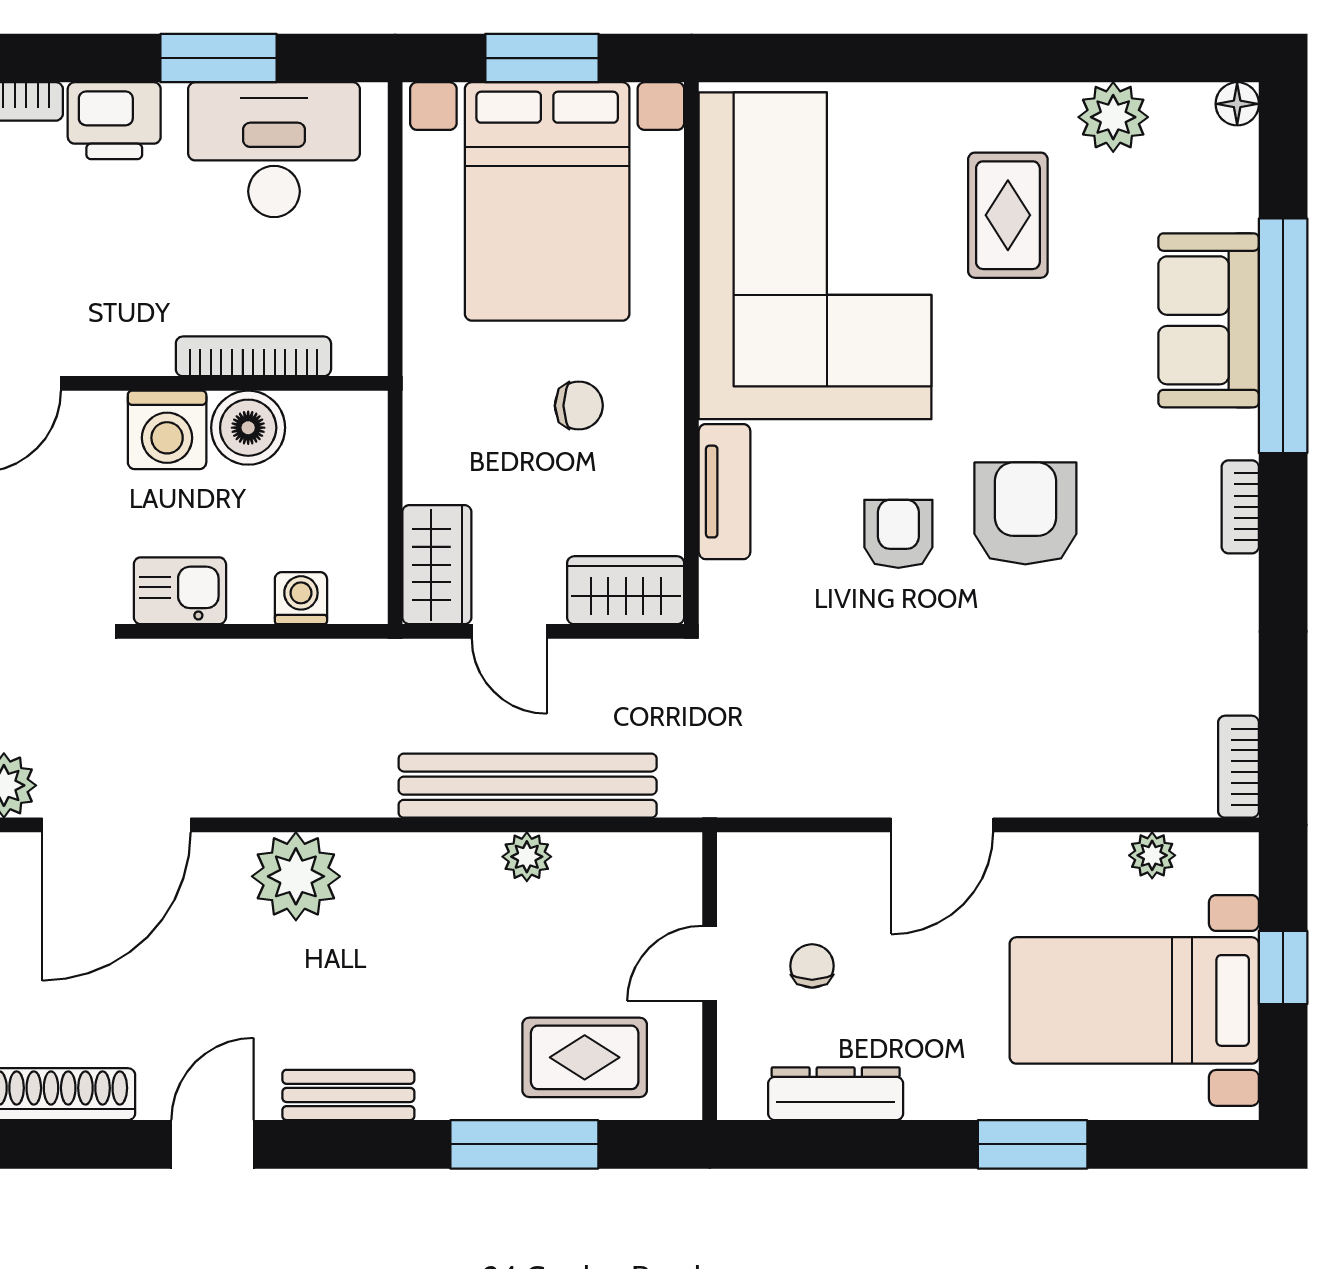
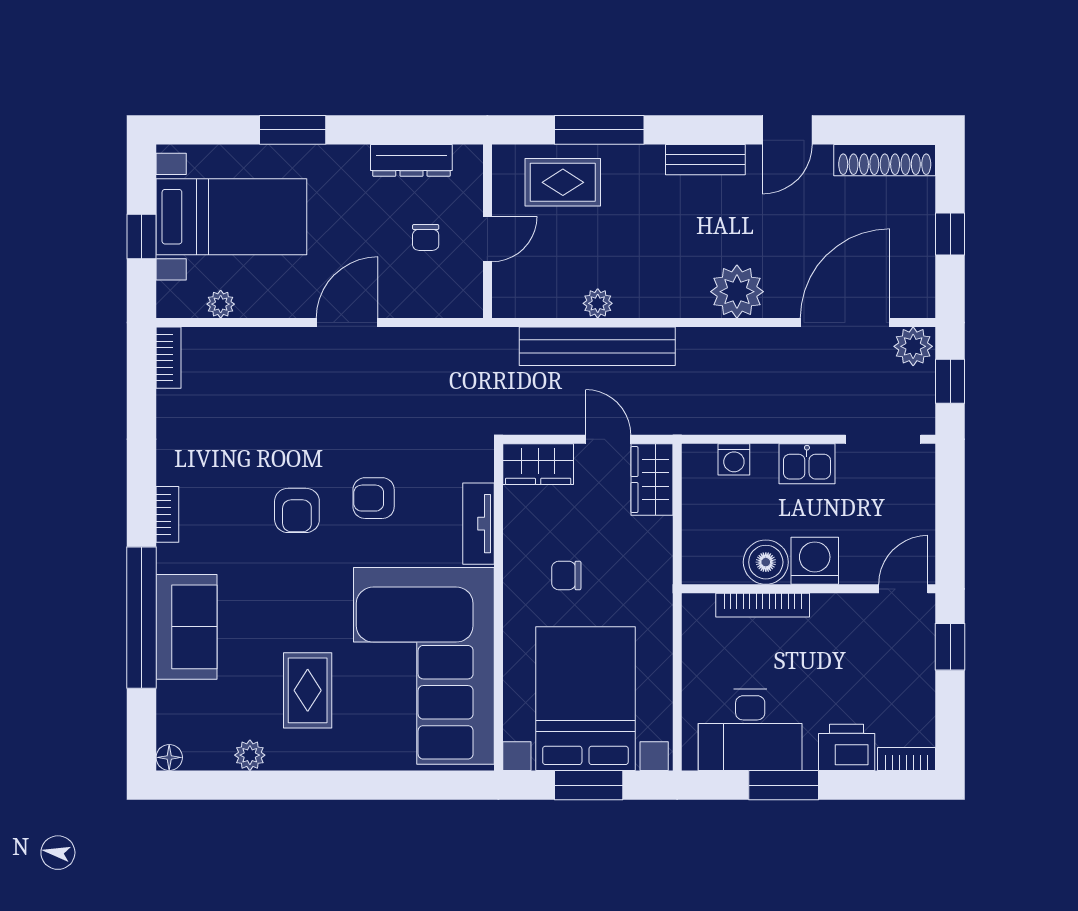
plant: (1113, 117) -> (250, 755), width x0.73, depth x0.73
armchair: (1025, 513) -> (297, 510), width x0.72, depth x0.72
armchair: (898, 534) -> (374, 498), turned 90

